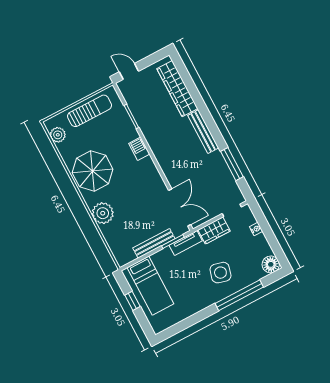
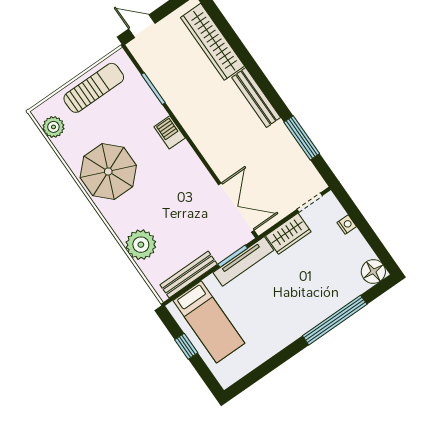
plant: (103, 213) -> (141, 245), moved
bench: (154, 243) -> (189, 275), moved
tv unit: (186, 243) -> (243, 261), width x1.41
side table: (220, 273) -> (304, 292), removed

